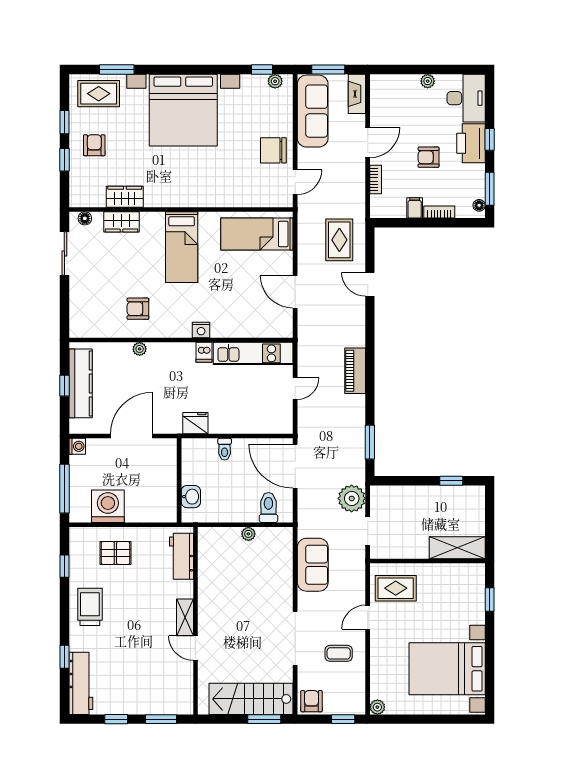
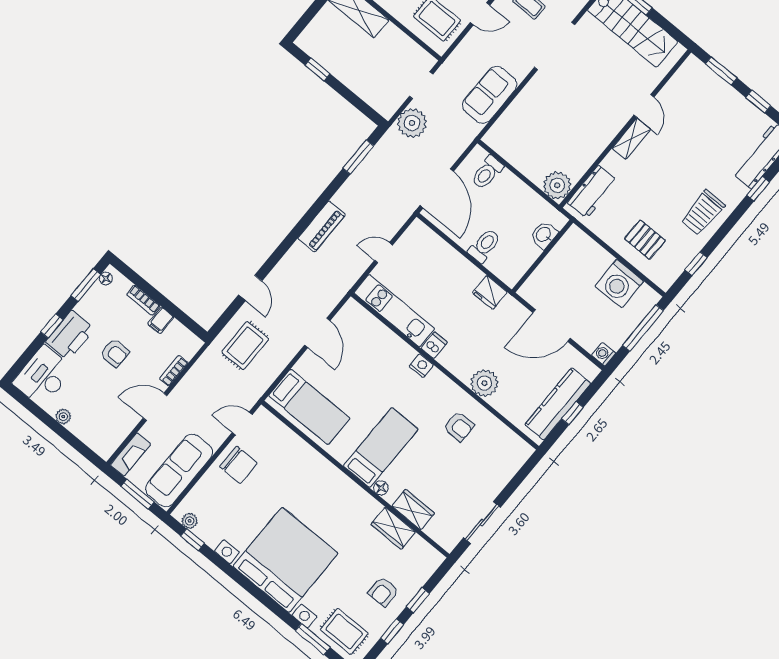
floor lamp: (85, 218) -> (381, 488), moved
plant: (140, 349) -> (484, 383), width x1.87, depth x1.87
toilet: (225, 449) -> (484, 246), width x1.37, depth x1.39
plant: (248, 534) -> (557, 185), moved, width x1.87, depth x1.87

